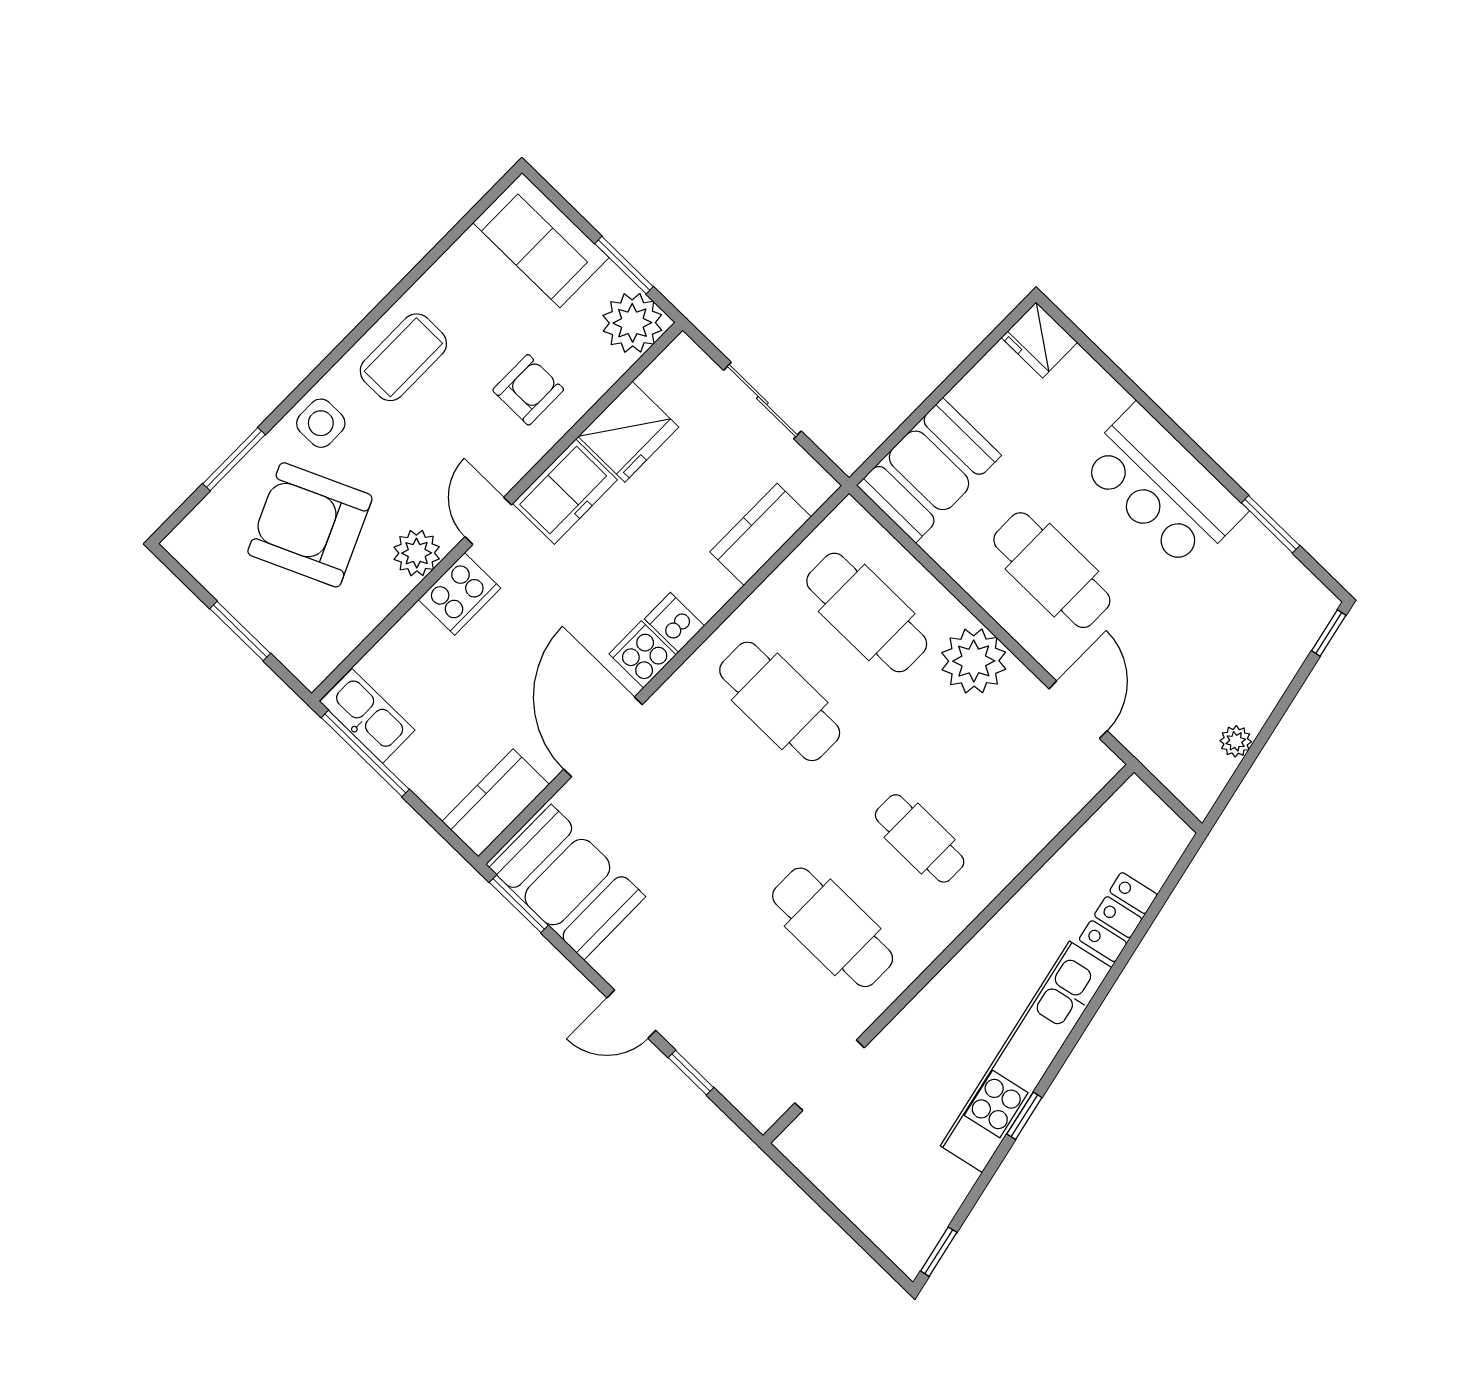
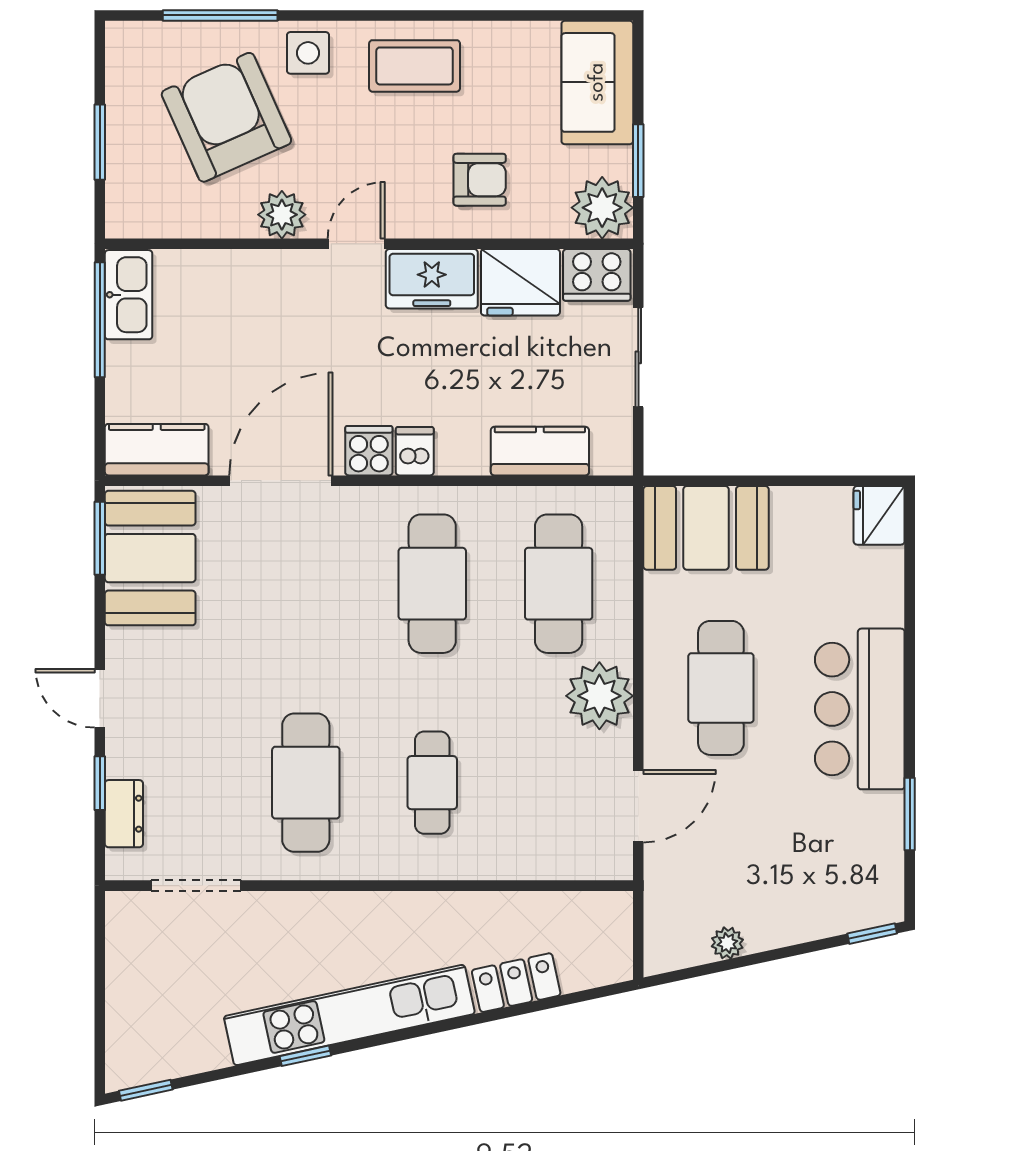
window: (234, 459) -> (220, 15), width x1.44
cooker: (459, 594) -> (597, 275), moved
dresser: (729, 1077) -> (124, 814), added

